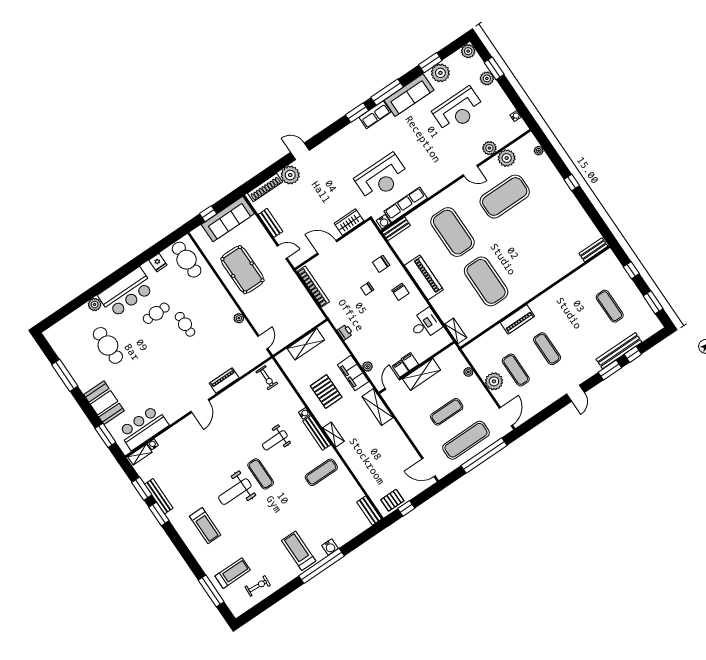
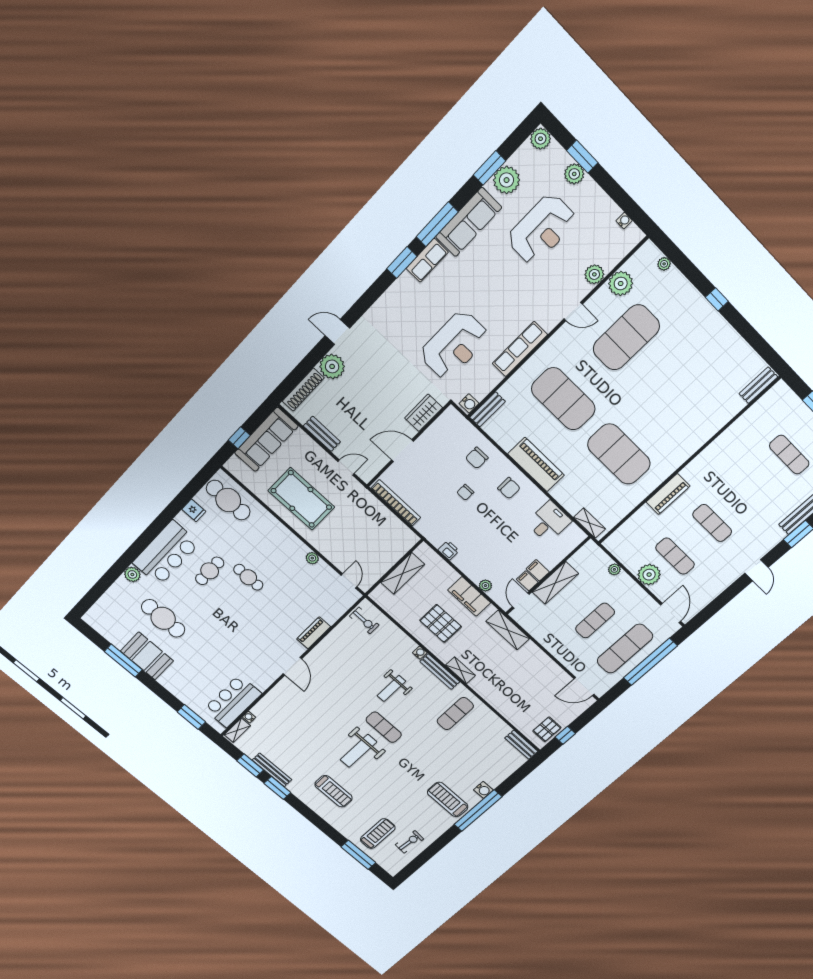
row of seats: (406, 205) -> (520, 349), moved
booth: (104, 403) -> (147, 656), moved

